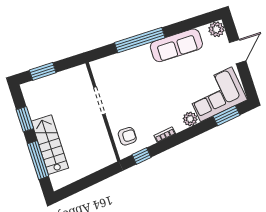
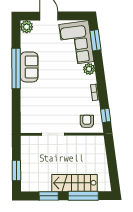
window: (140, 40) -> (16, 69), moved
sofa: (176, 45) -> (29, 67), width x0.73

